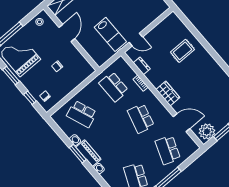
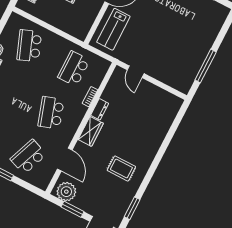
lab bench: (110, 34) -> (113, 29), moved
rug: (182, 51) -> (121, 169), moved
dresser: (142, 66) -> (100, 109), moved
school desk: (141, 118) -> (51, 113), turned -33

